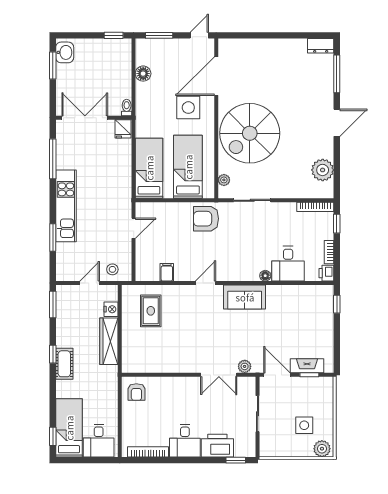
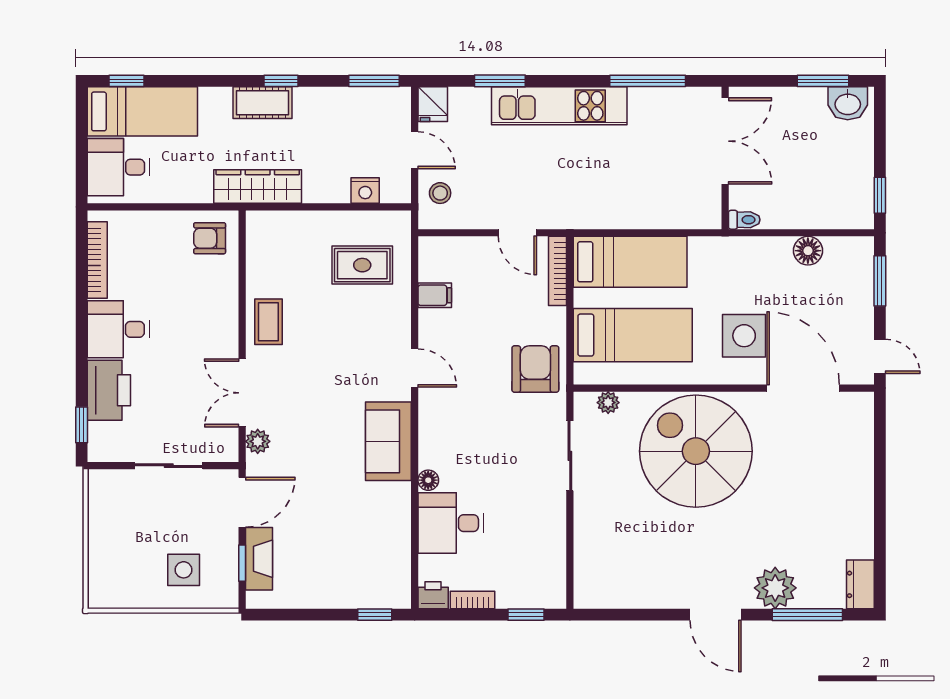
fridge: (123, 129) -> (433, 104), moved, turned -90
plant: (323, 170) -> (775, 588), moved
bookcase: (315, 207) -> (558, 271), moved
wardrobe: (109, 341) -> (258, 187), moved
coffee table: (181, 361) -> (268, 322), added
side table: (304, 425) -> (184, 570), moved
plant: (322, 449) -> (103, 587), removed

